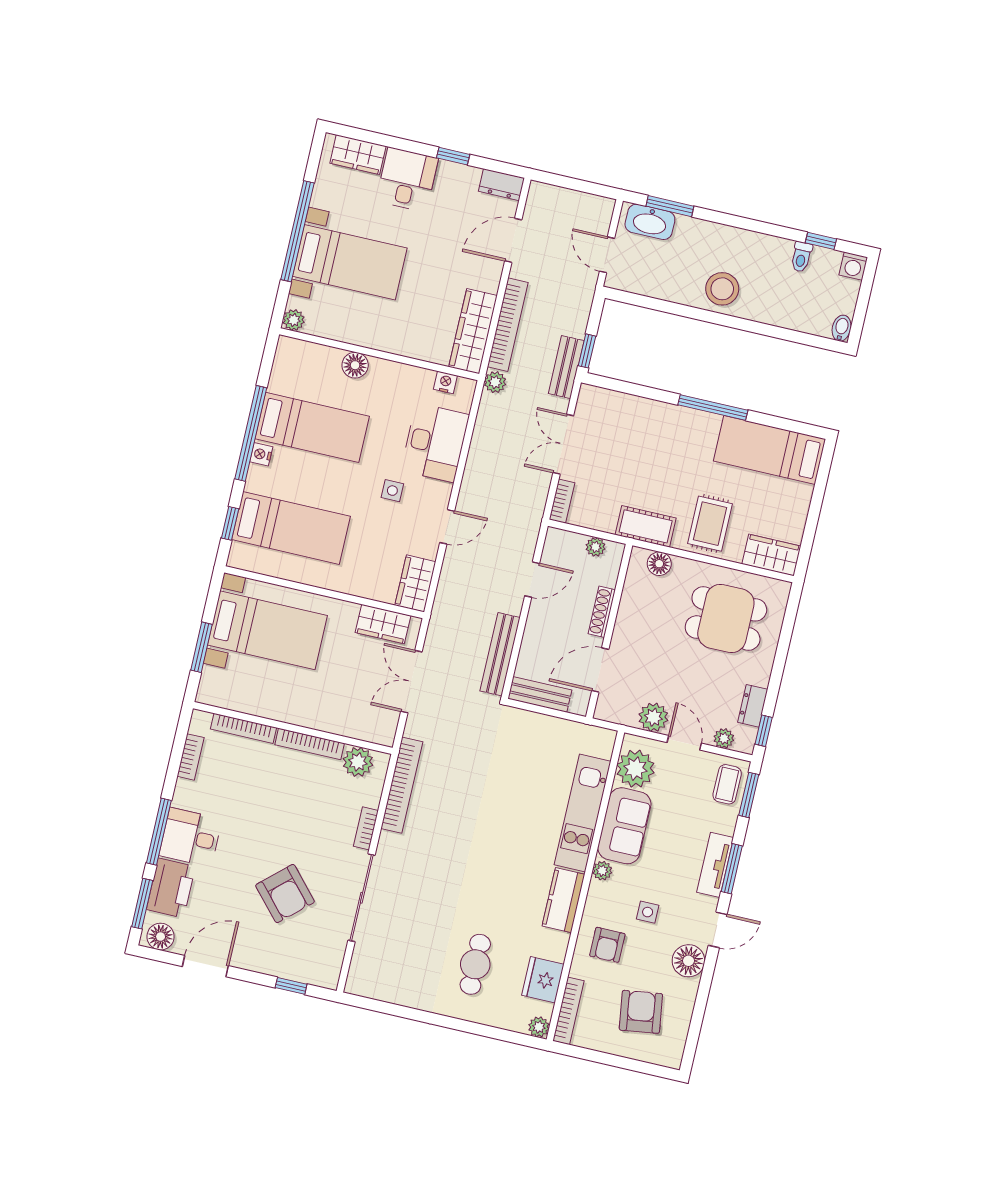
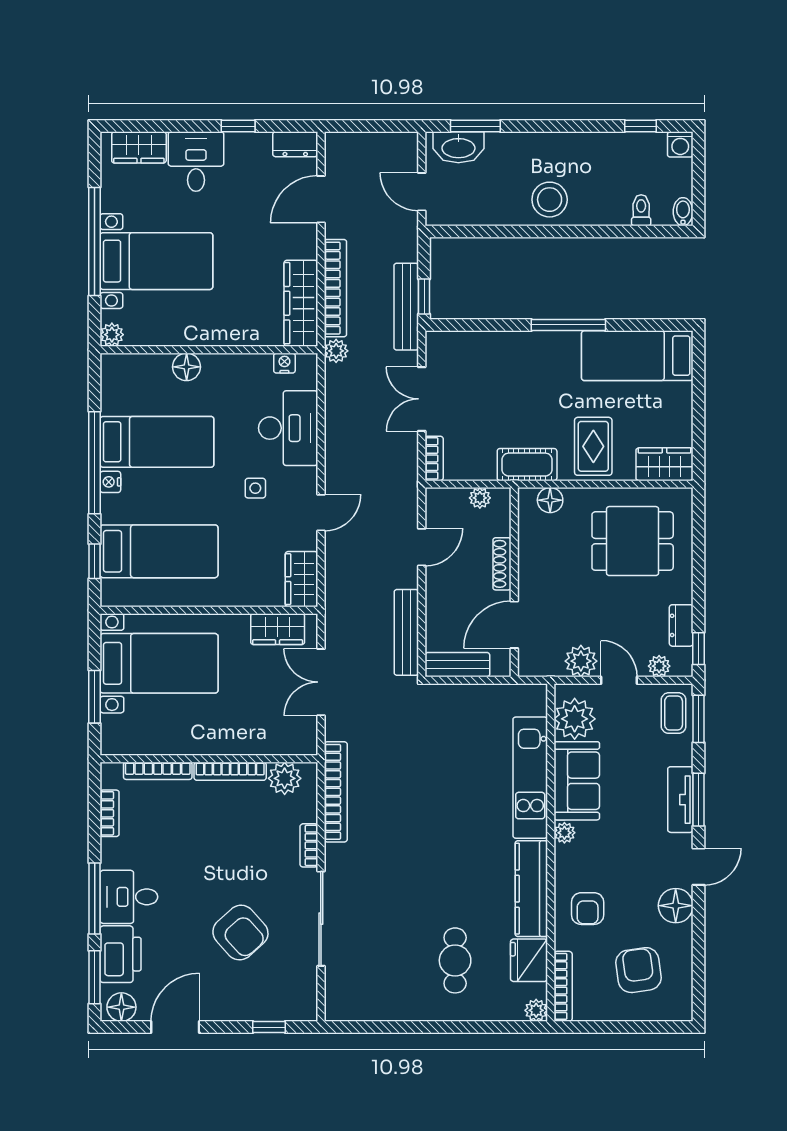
toilet: (801, 257) -> (641, 210), moved, turned 180
bench: (566, 367) -> (406, 307), width x1.36
kitchen counter: (563, 900) -> (531, 889), width x1.50
side table: (648, 912) -> (622, 865), removed

